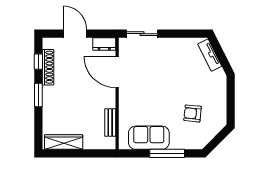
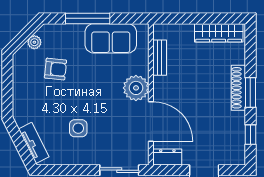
shoe rack: (48, 67) -> (238, 88), moved
side table: (175, 67) -> (78, 128), added
plant: (129, 99) -> (136, 88), added
plant: (209, 135) -> (34, 42), added

